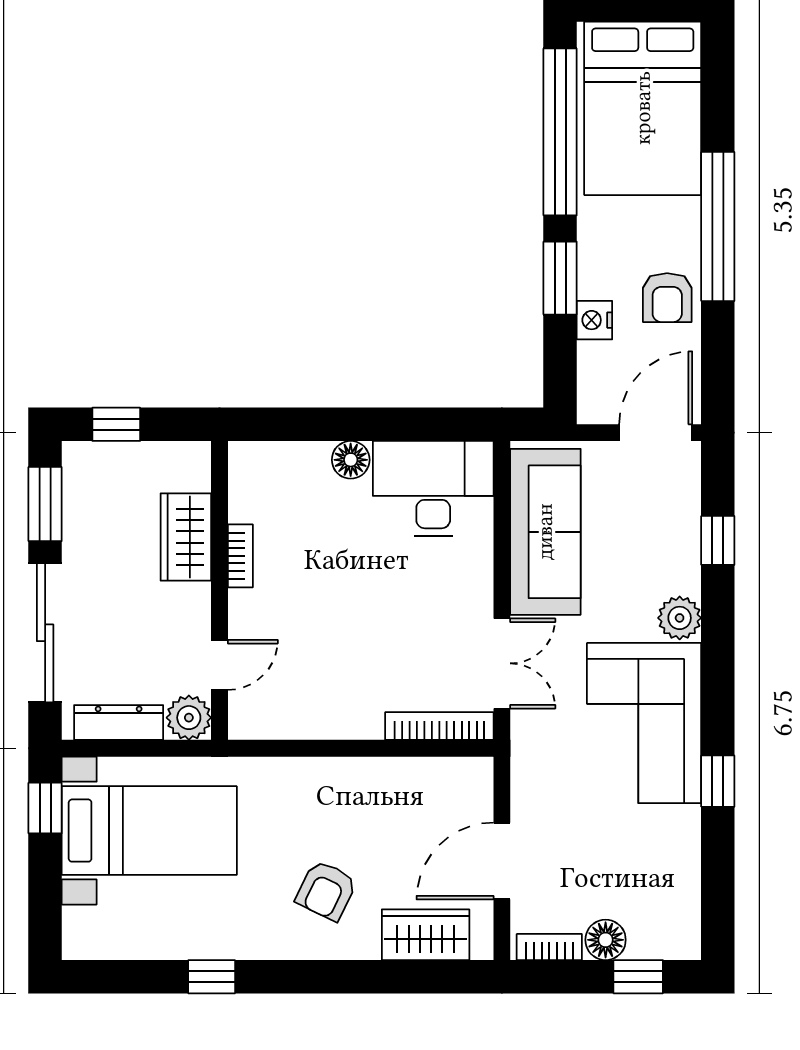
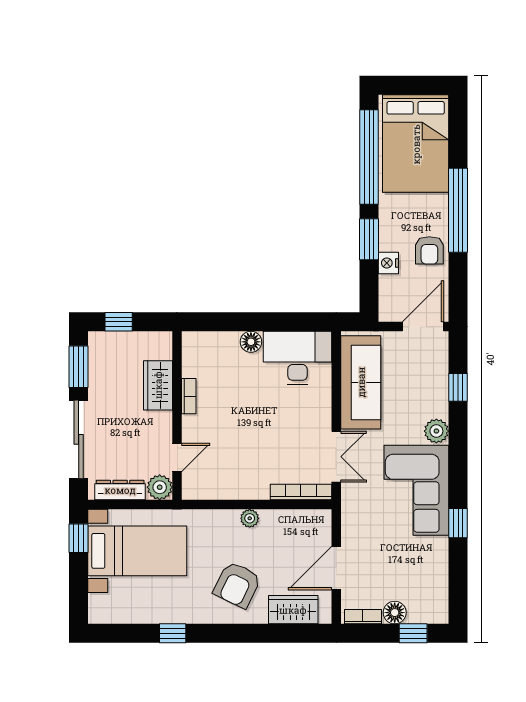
plant: (348, 773) -> (250, 518), added
armchair: (326, 891) -> (237, 585), width x1.38, depth x1.38

